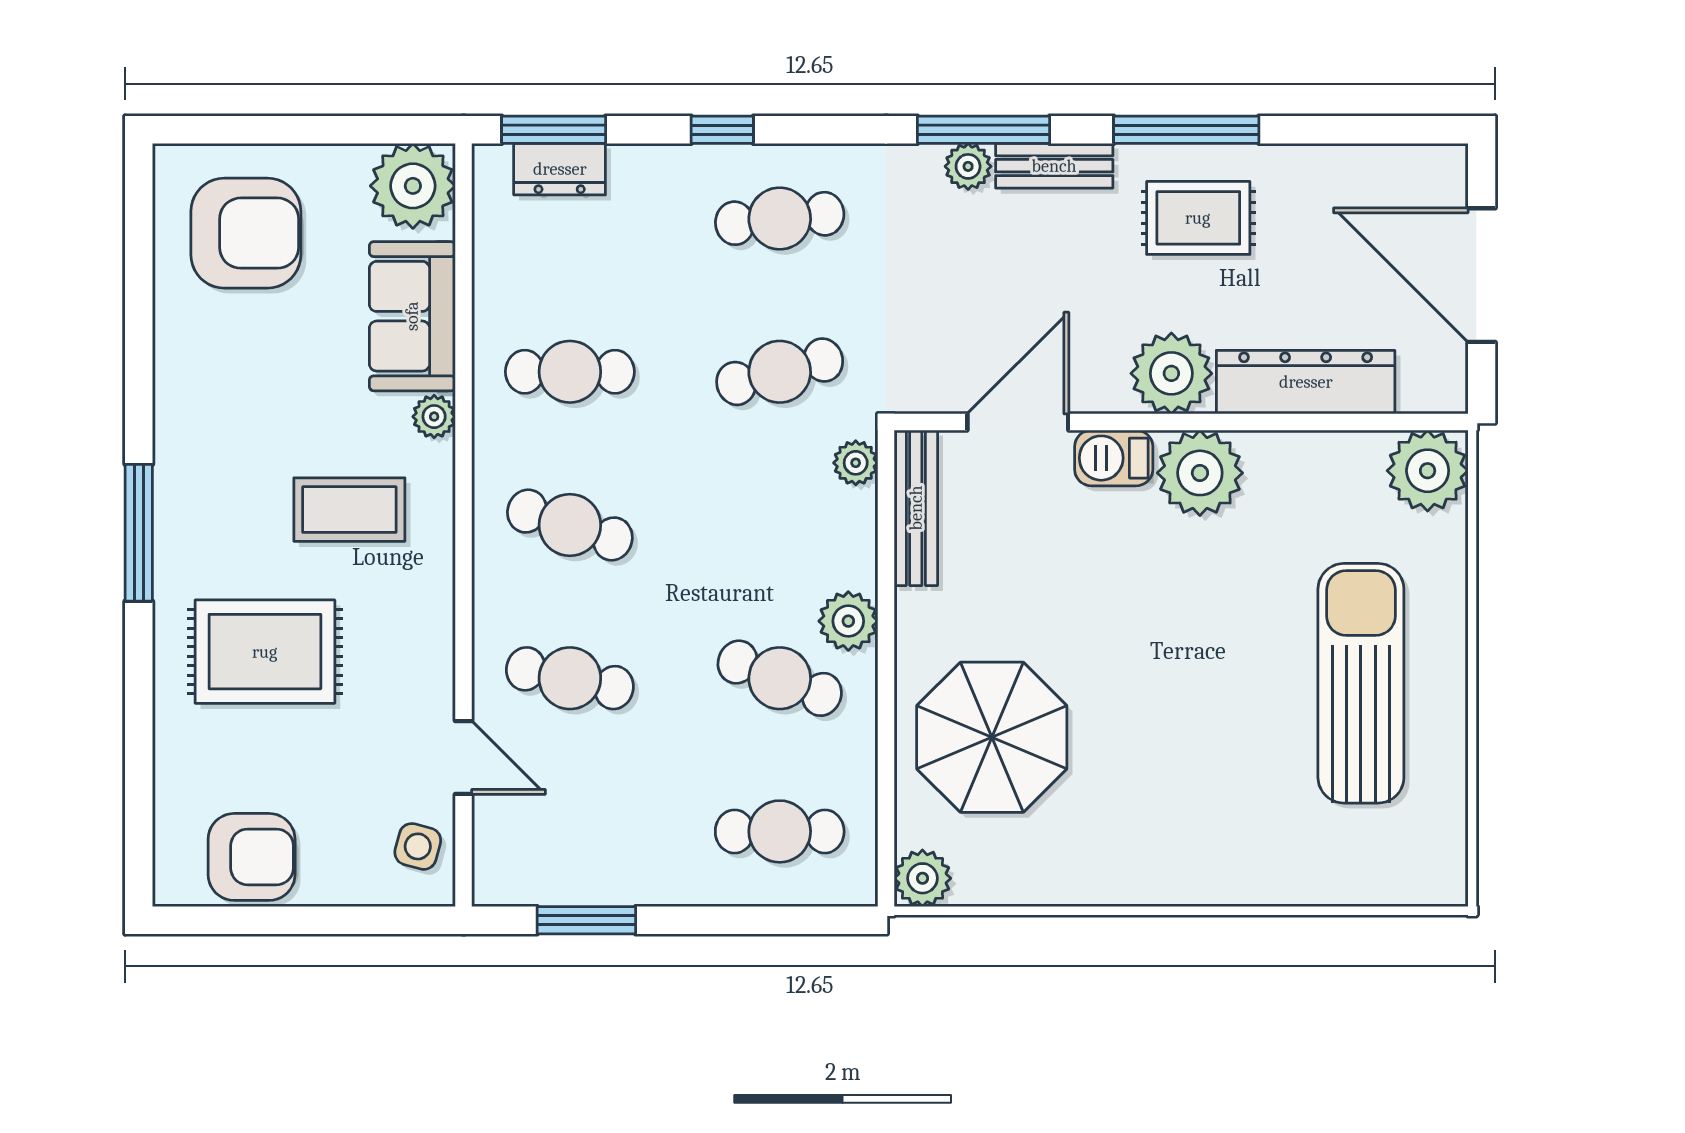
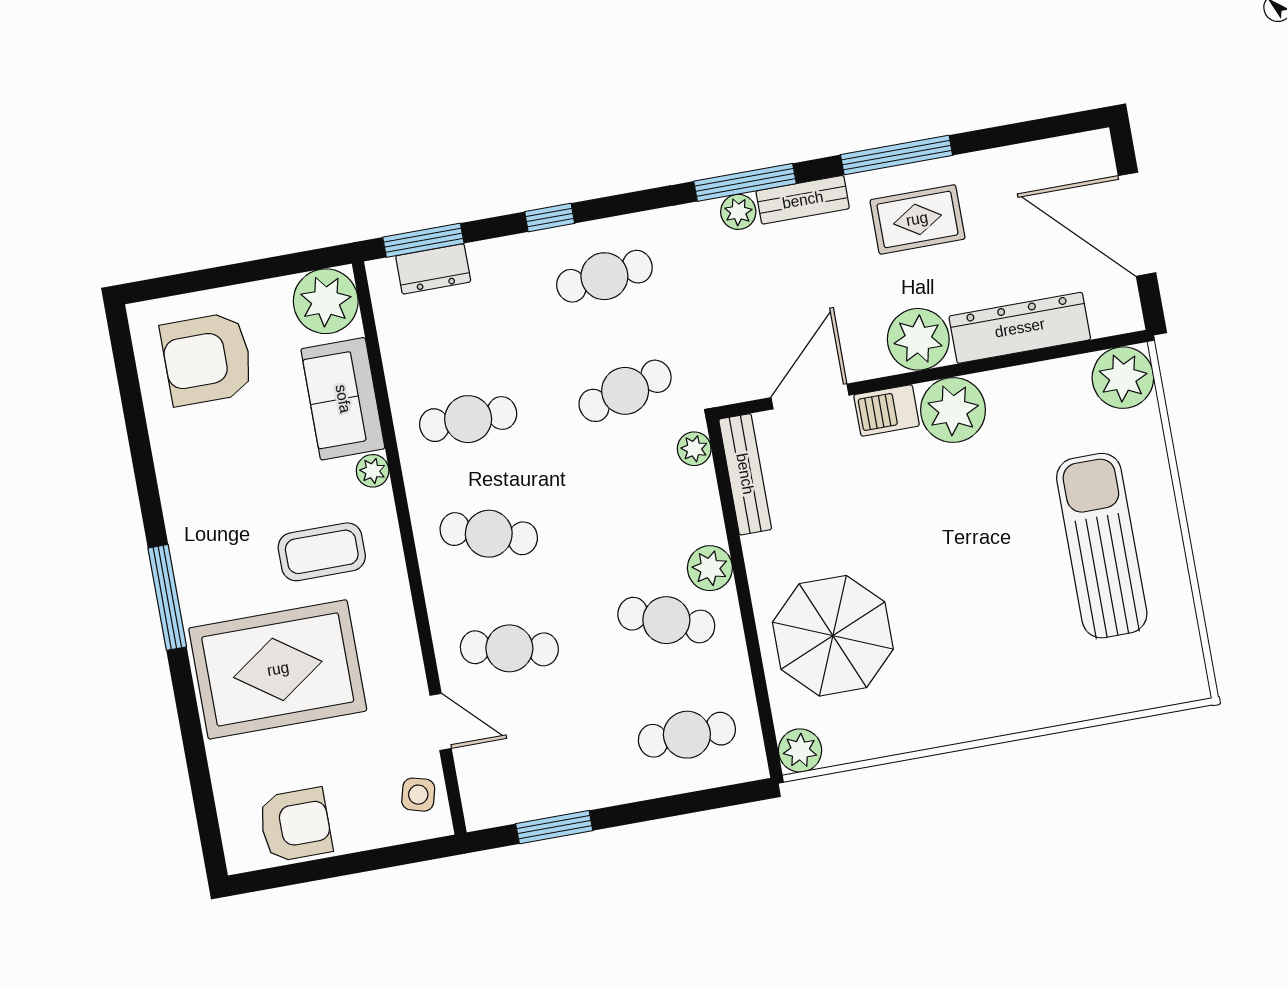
armchair: (246, 233) -> (207, 359), turned 180
rug: (265, 652) -> (278, 669), width x1.37, depth x1.44

